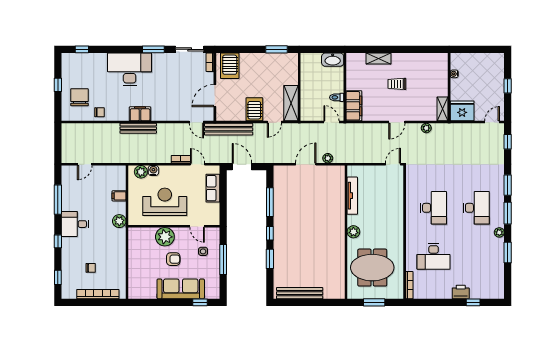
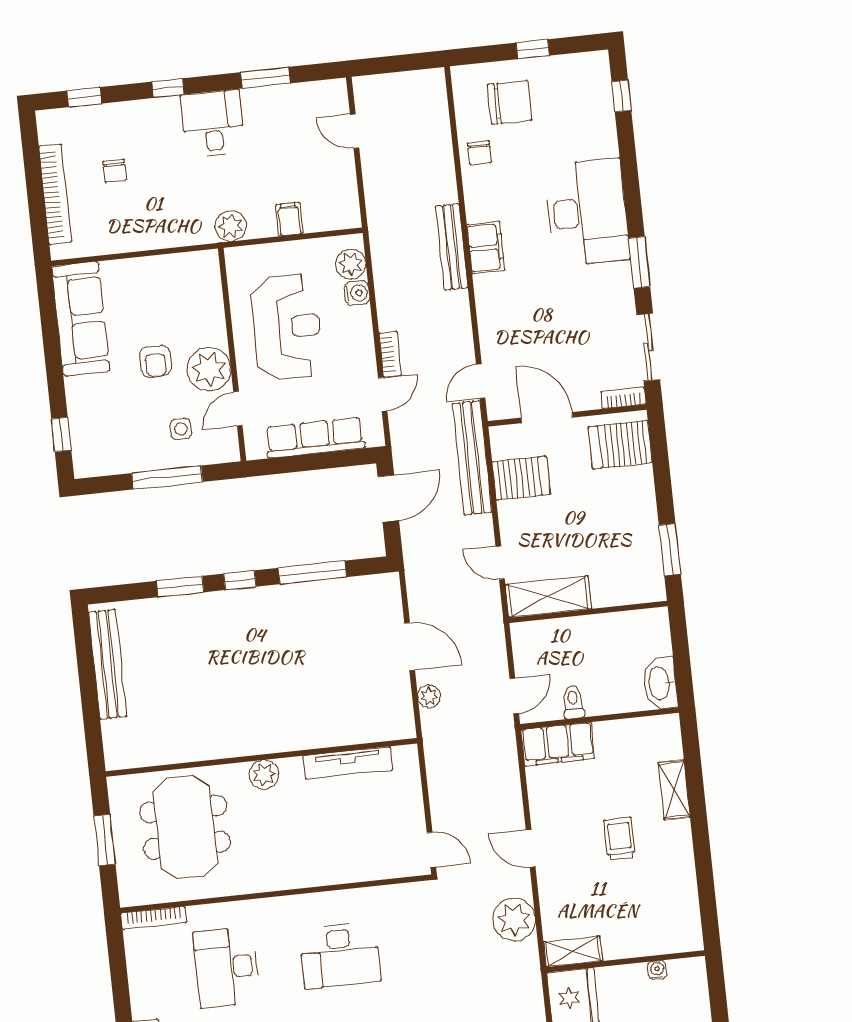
server rack: (254, 109) -> (521, 478), moved
plant: (426, 128) -> (514, 919), width x1.88, depth x1.88
row of seats: (213, 188) -> (315, 438), width x1.48
window: (58, 200) -> (265, 78), width x0.69
plant: (165, 237) -> (209, 369), moved
sofa: (181, 289) -> (81, 319), moved

